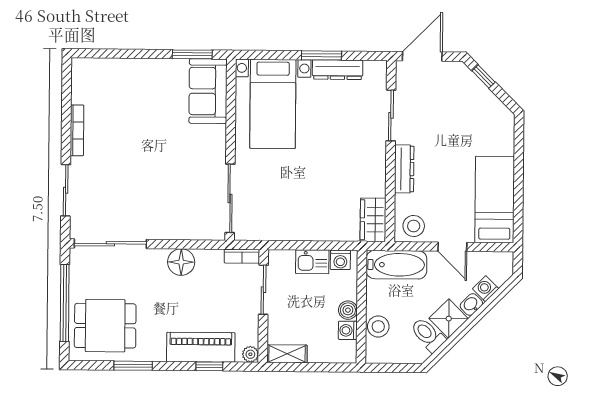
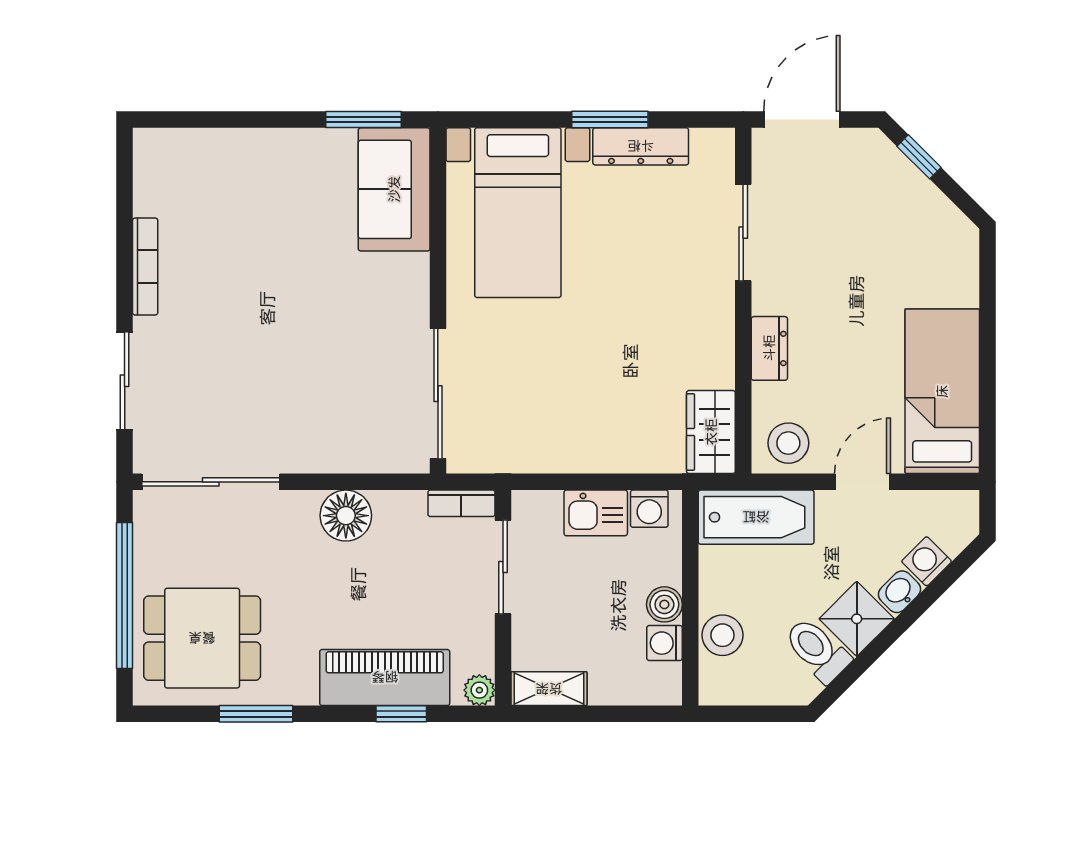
dresser: (404, 169) -> (769, 348), width x0.70
door: (452, 247) -> (862, 482), swing flipped

